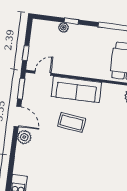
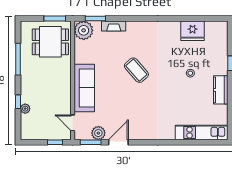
coffee table: (72, 122) -> (136, 70), moved, turned -48
plant: (24, 137) -> (98, 133), moved

